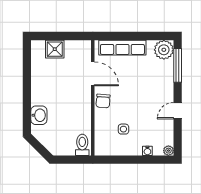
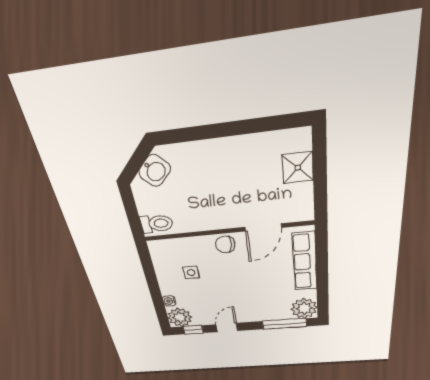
door: (178, 111) -> (227, 328), hinge flipped
washbasin: (39, 115) -> (155, 171), moved, turned -45
window: (178, 138) -> (193, 330), added
plant: (168, 151) -> (180, 317), width x1.87, depth x1.87

